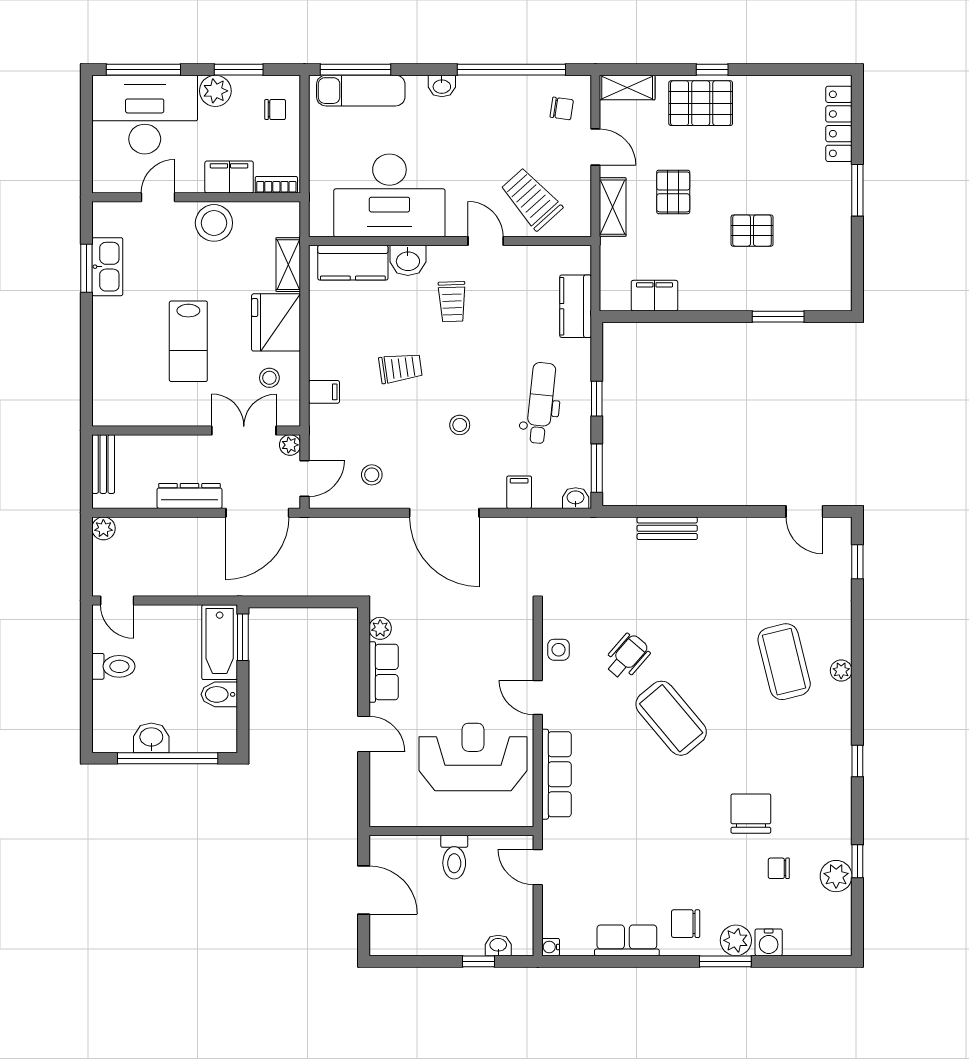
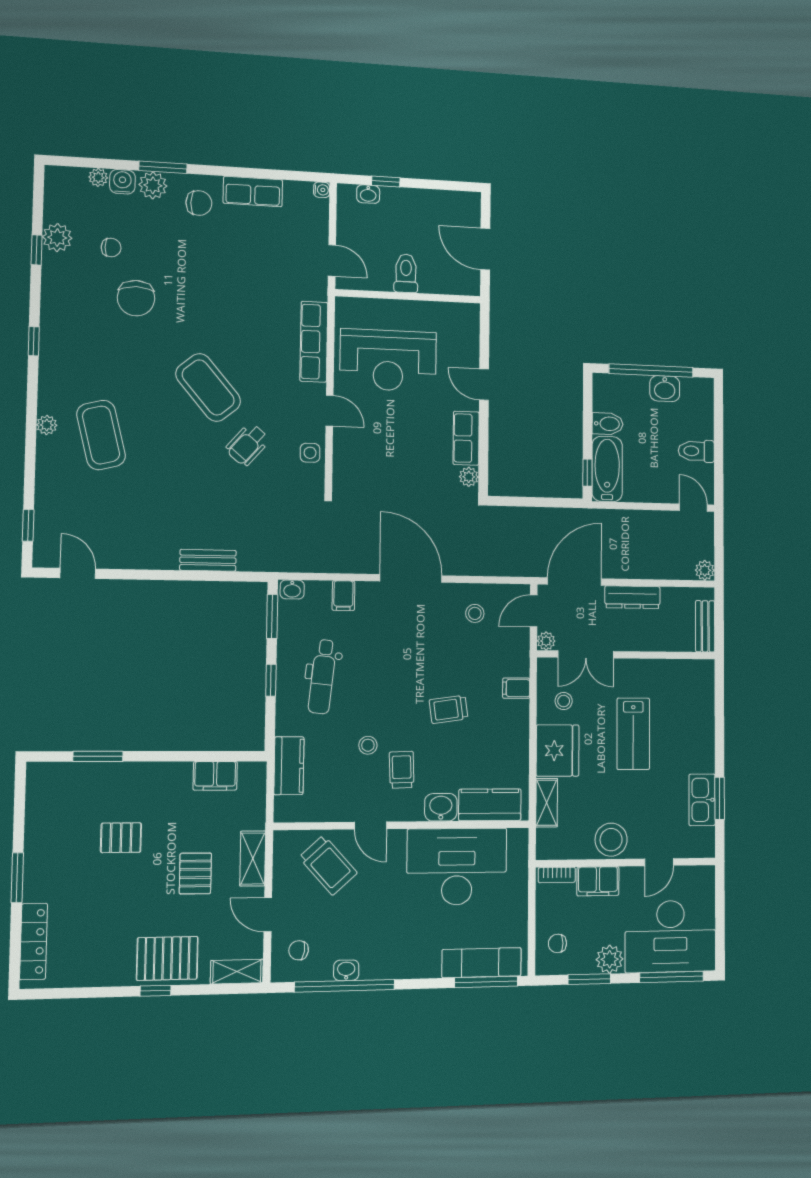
washbasin: (442, 86) -> (346, 970), moved
lab bench: (188, 341) -> (633, 734), turned 180
stool: (460, 425) -> (368, 745), moved
window: (243, 637) -> (587, 473), width x0.67
plant: (795, 945) -> (98, 177), added

